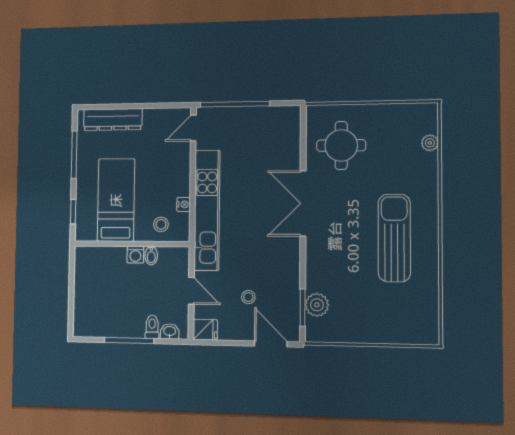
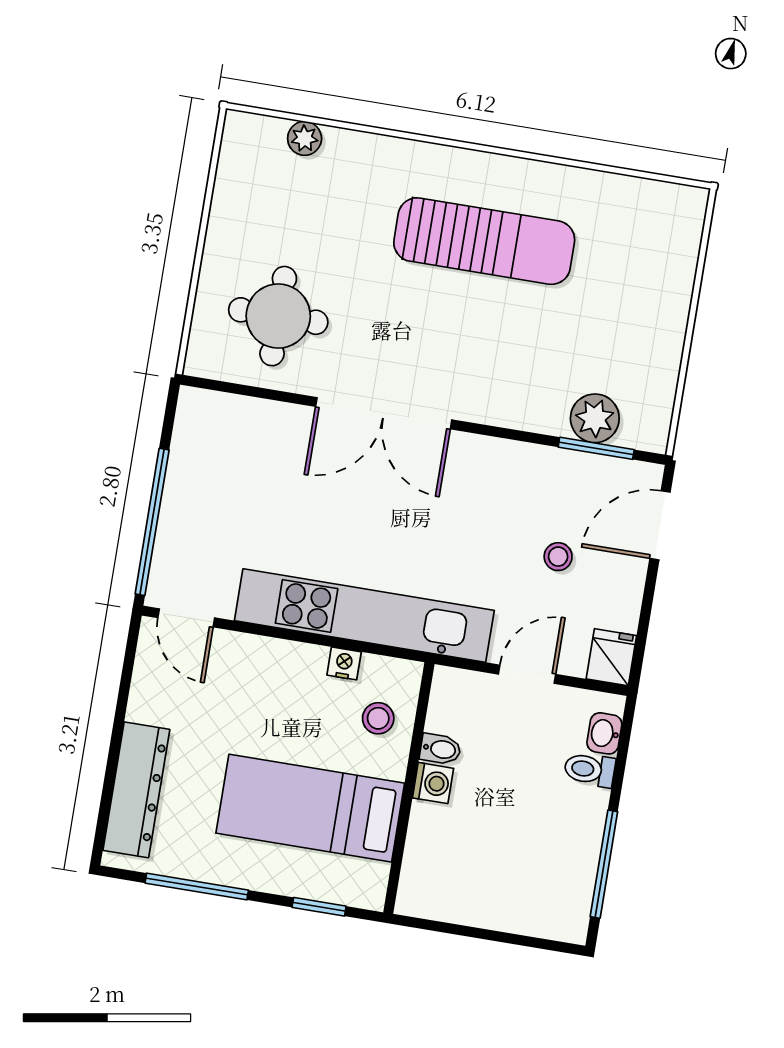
sun lounger: (394, 238) -> (484, 241), turned 180
window: (129, 341) -> (604, 864), moved

